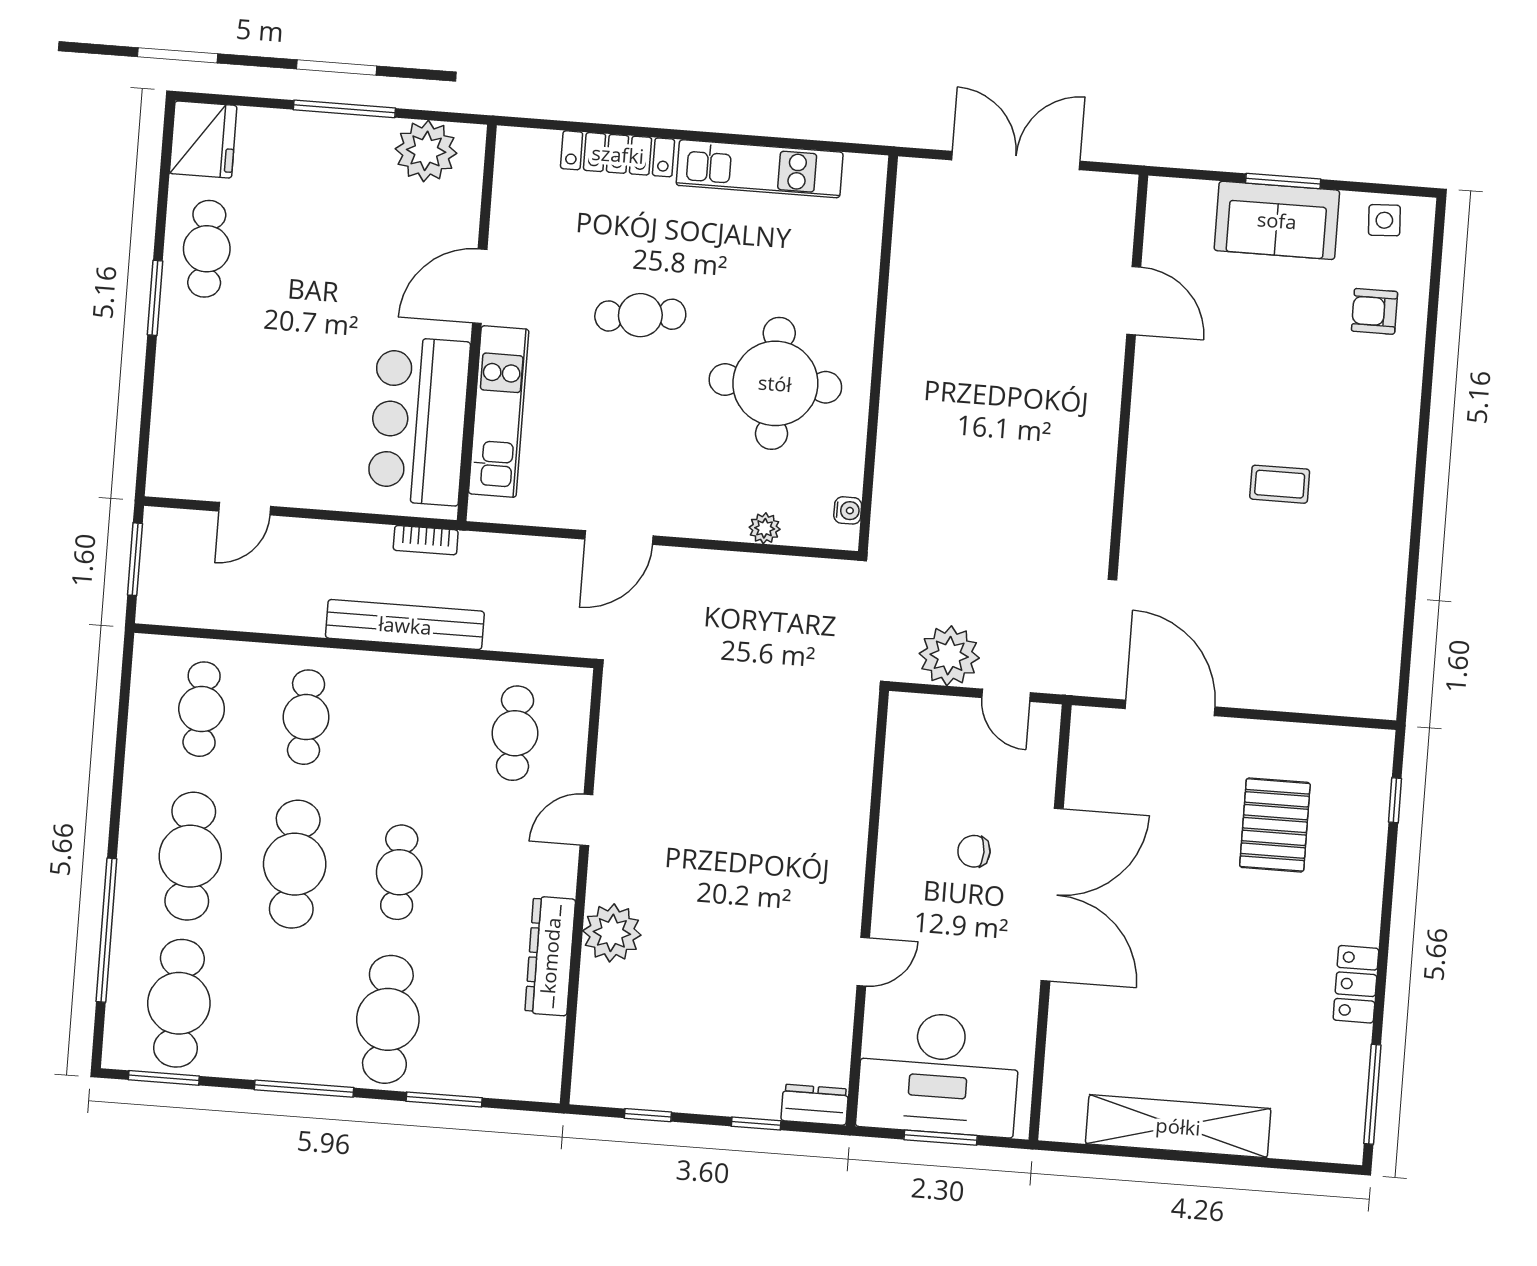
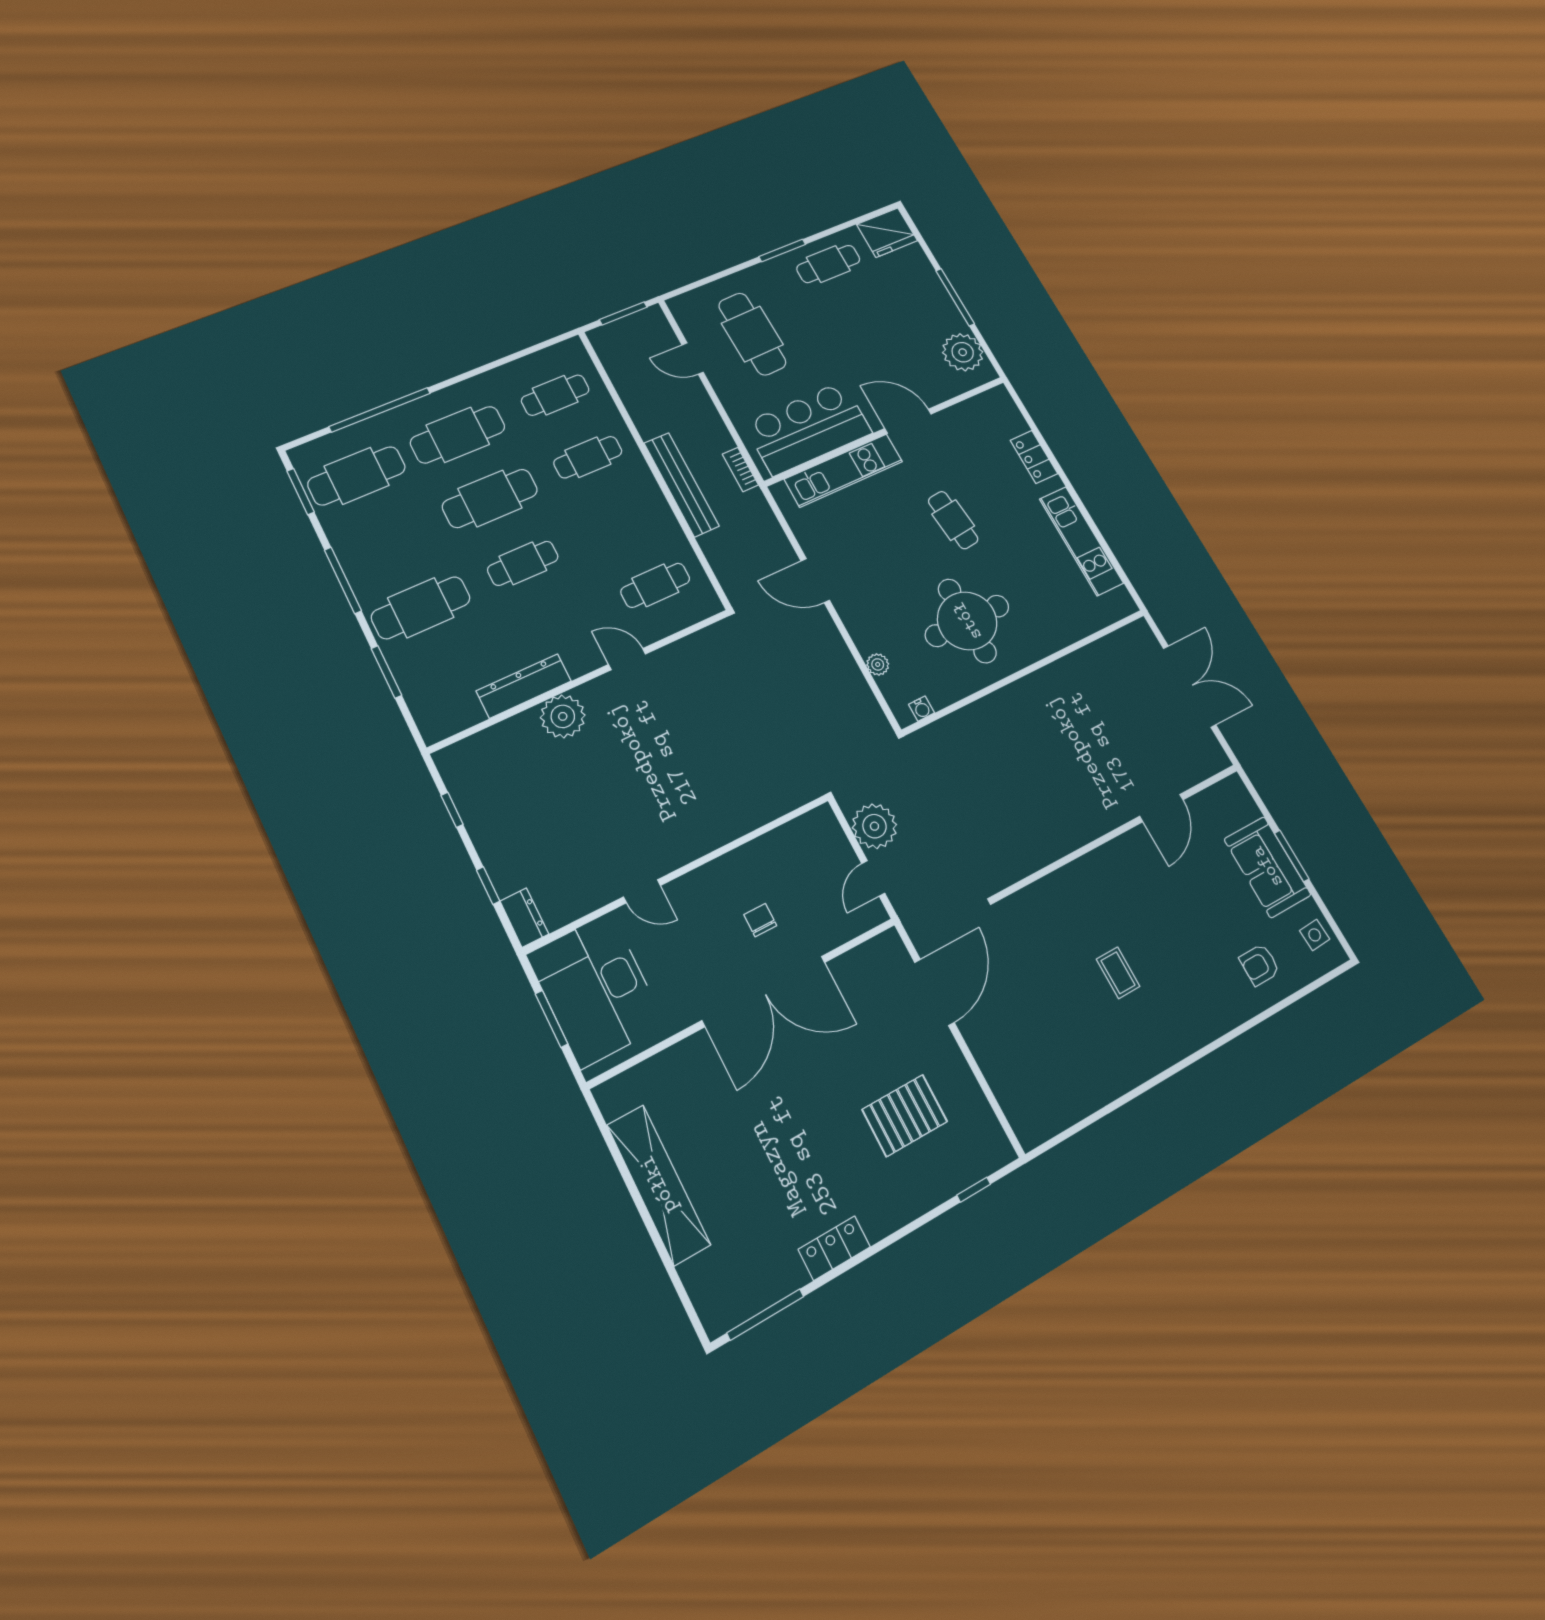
locker: (618, 154) -> (1034, 457), width x0.66
armchair: (1375, 311) -> (1260, 965), turned -90
cafe table: (252, 411) -> (752, 334), added

